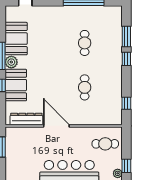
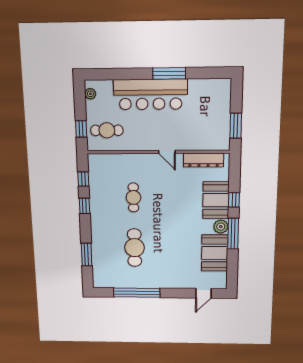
cafe table: (85, 43) -> (135, 248), width x1.37, depth x1.35
window: (126, 59) -> (84, 206), moved
door: (56, 126) -> (167, 152), width x0.53
window: (126, 166) -> (81, 129), moved

